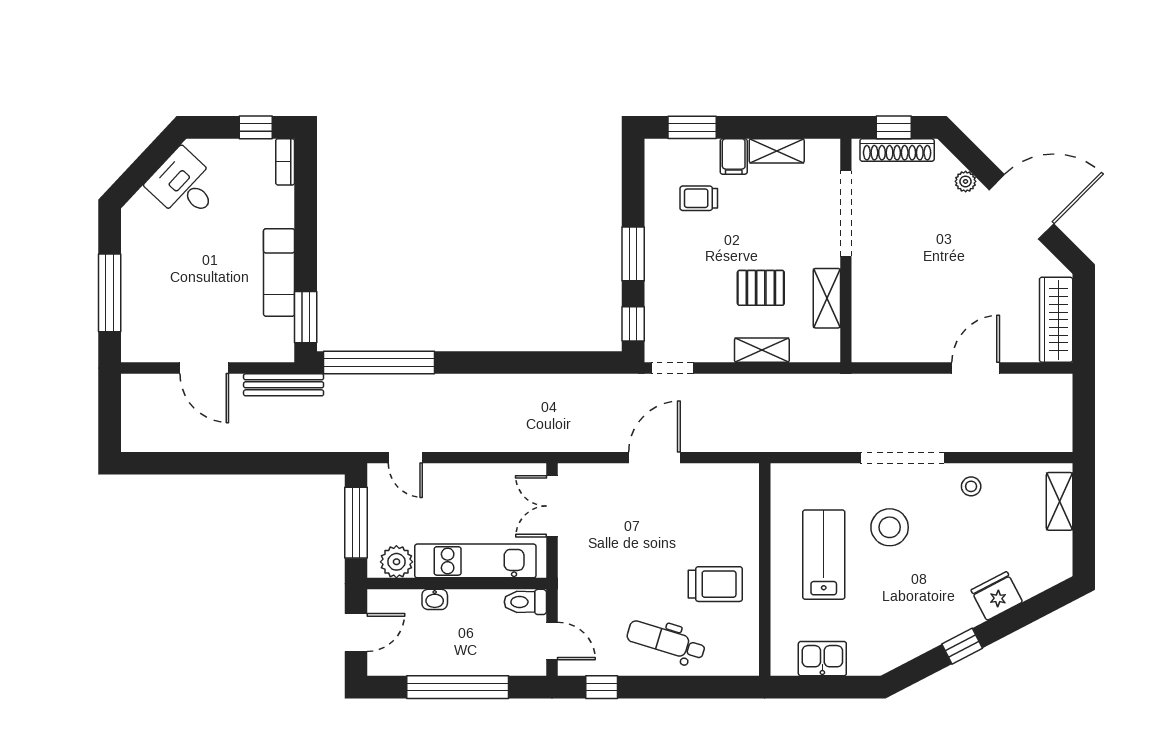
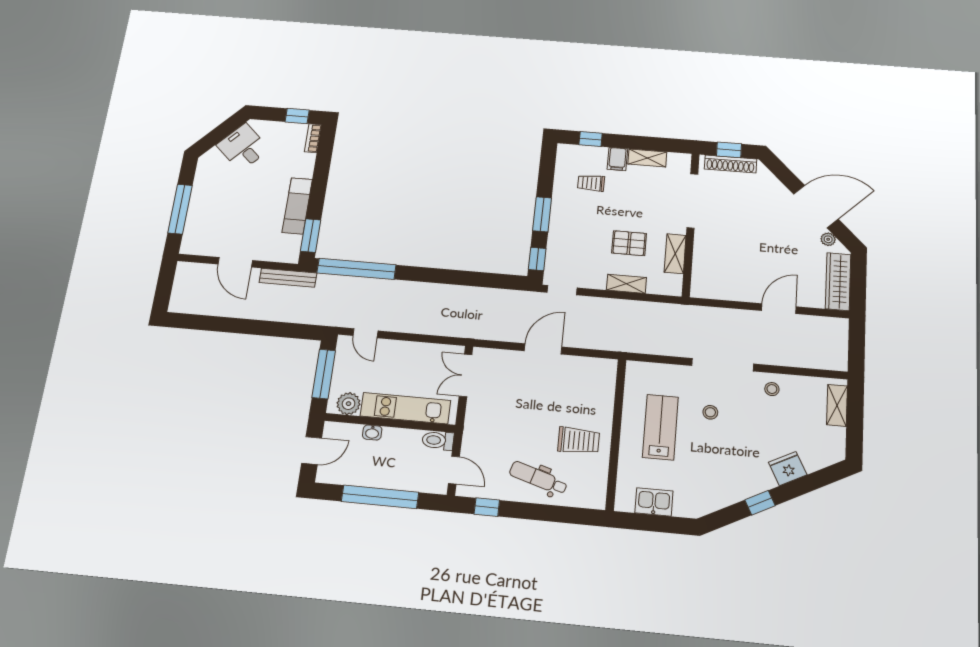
window: (692, 127) -> (591, 139), width x0.67
plant: (966, 181) -> (828, 239), moved
stool: (890, 527) -> (710, 412), width x0.53, depth x0.53

